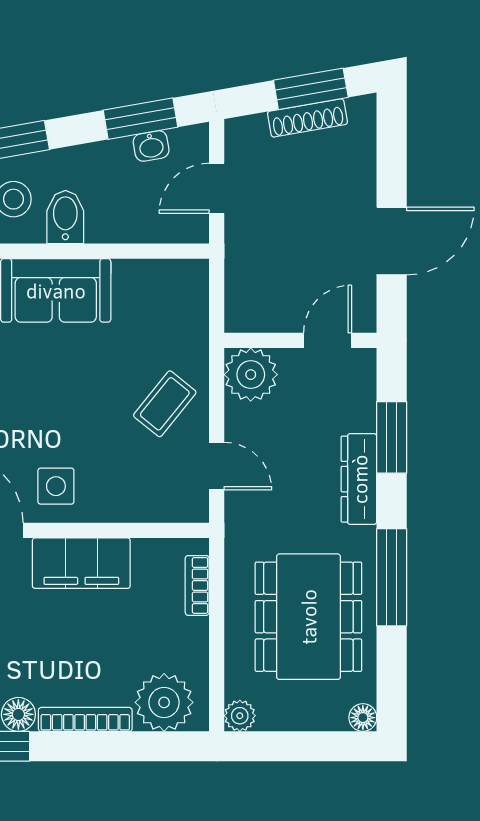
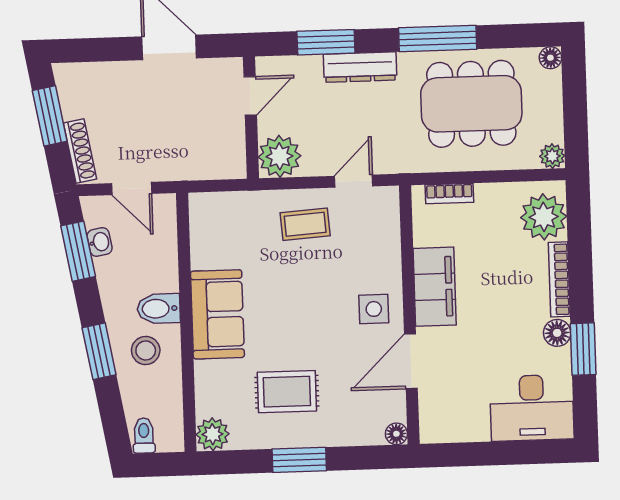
shoe rack: (307, 118) -> (80, 151), moved
door: (328, 340) -> (250, 96), swing flipped
coffee table: (165, 404) -> (305, 224), turned -43

